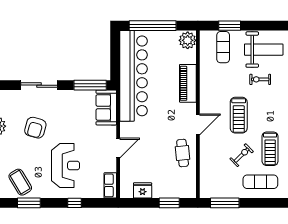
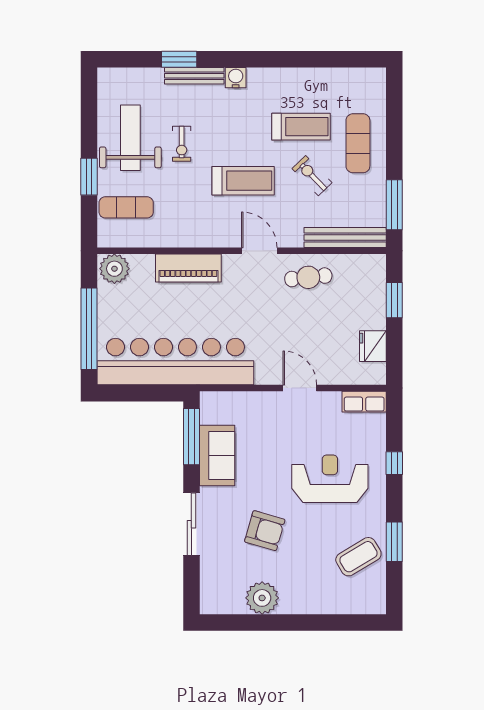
window: (230, 26) -> (89, 177), moved
sofa: (106, 107) -> (217, 456), moved, turned -90
bench: (206, 174) -> (345, 238), added

